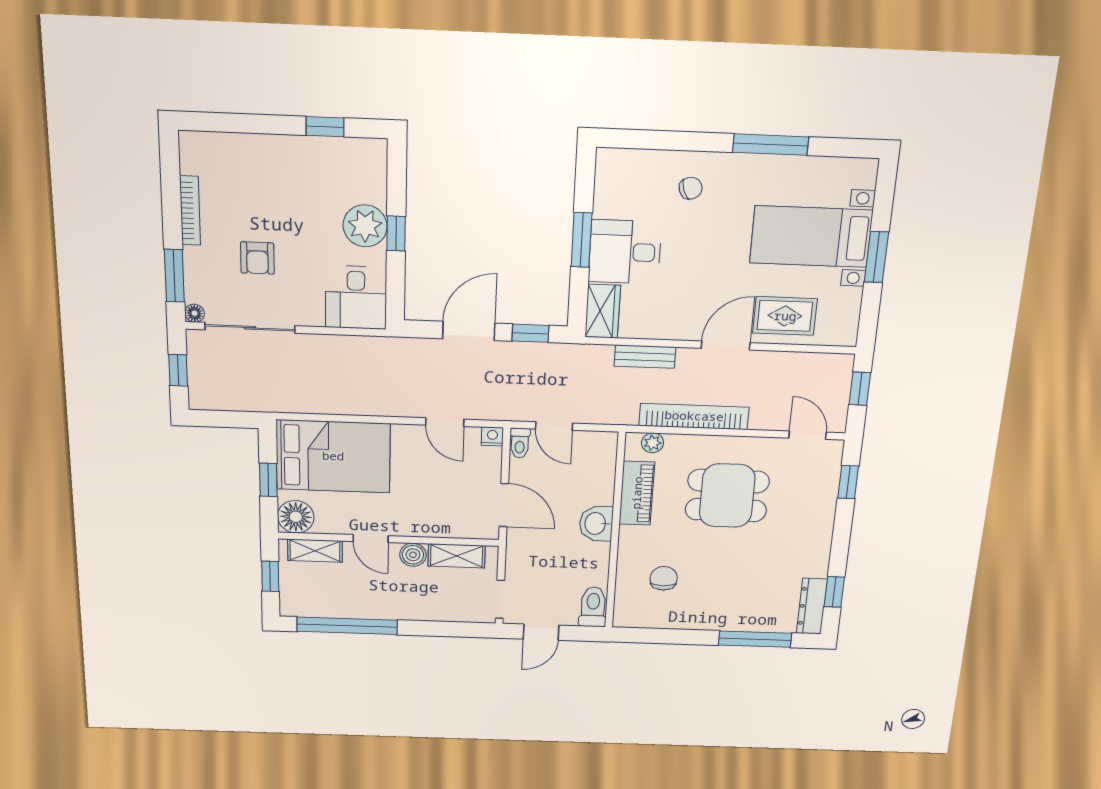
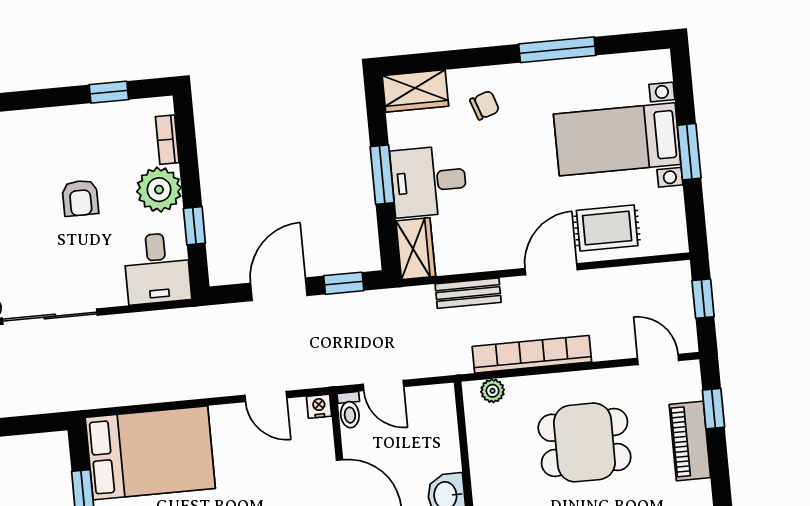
wardrobe: (626, 166) -> (415, 91), added
bookcase: (378, 180) -> (167, 140), added
window: (396, 233) -> (194, 226), moved
armchair: (257, 258) -> (80, 198), moved
piano: (637, 493) -> (690, 441), moved, turned 180

